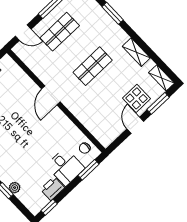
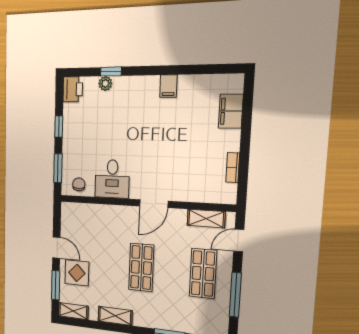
shelving: (30, 60) -> (206, 219), added
door: (51, 95) -> (154, 204), swing flipped
desk: (65, 167) -> (112, 179), moved, turned -90
printer: (52, 188) -> (73, 89), moved
window: (49, 207) -> (59, 127), moved

